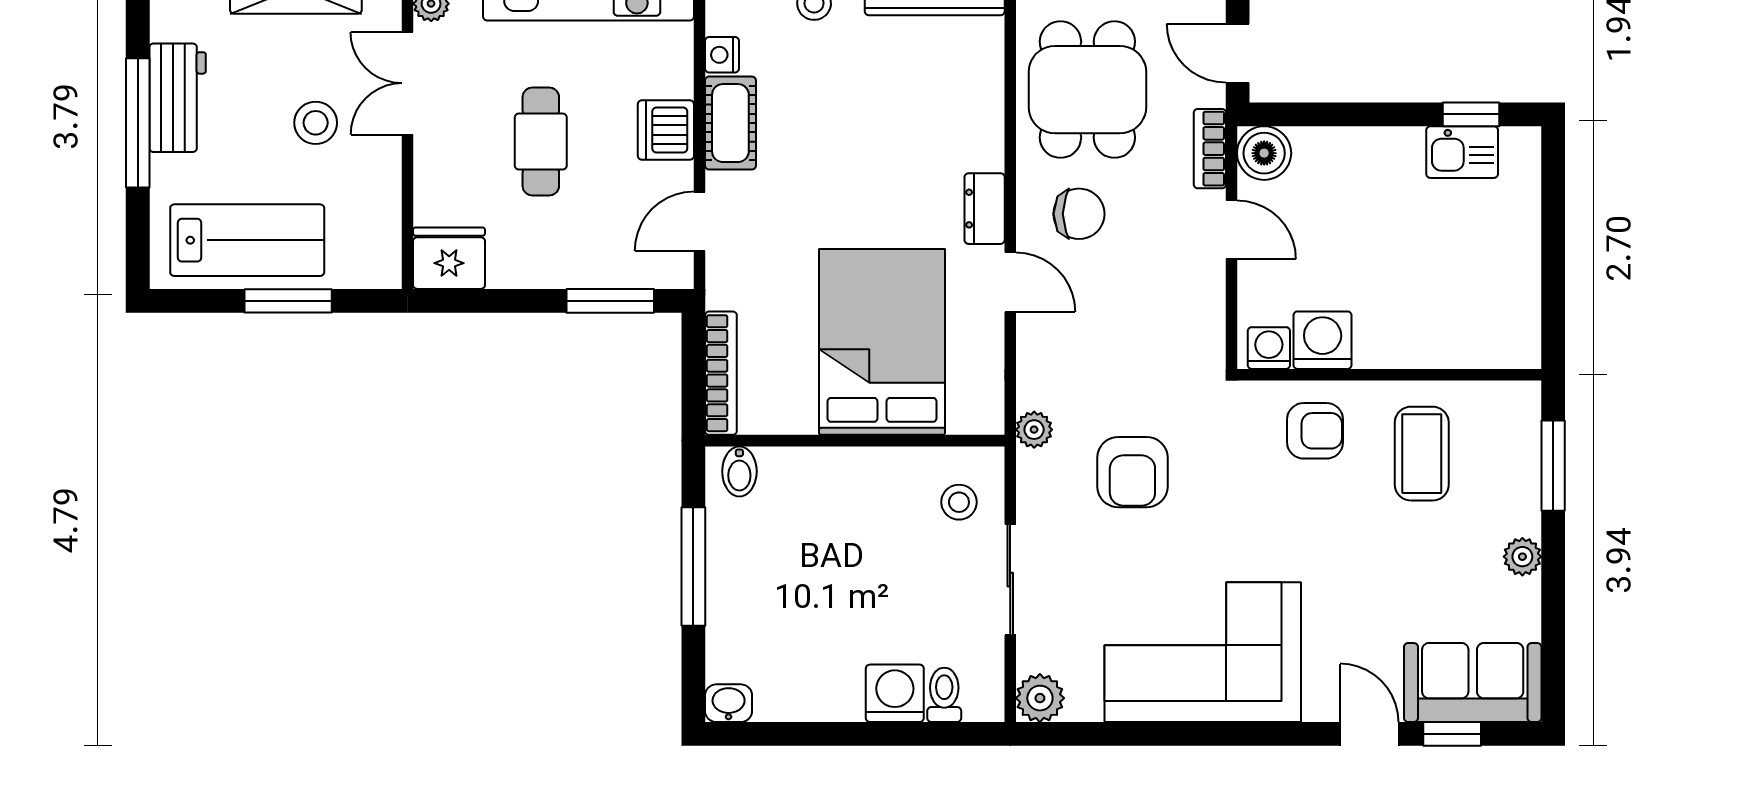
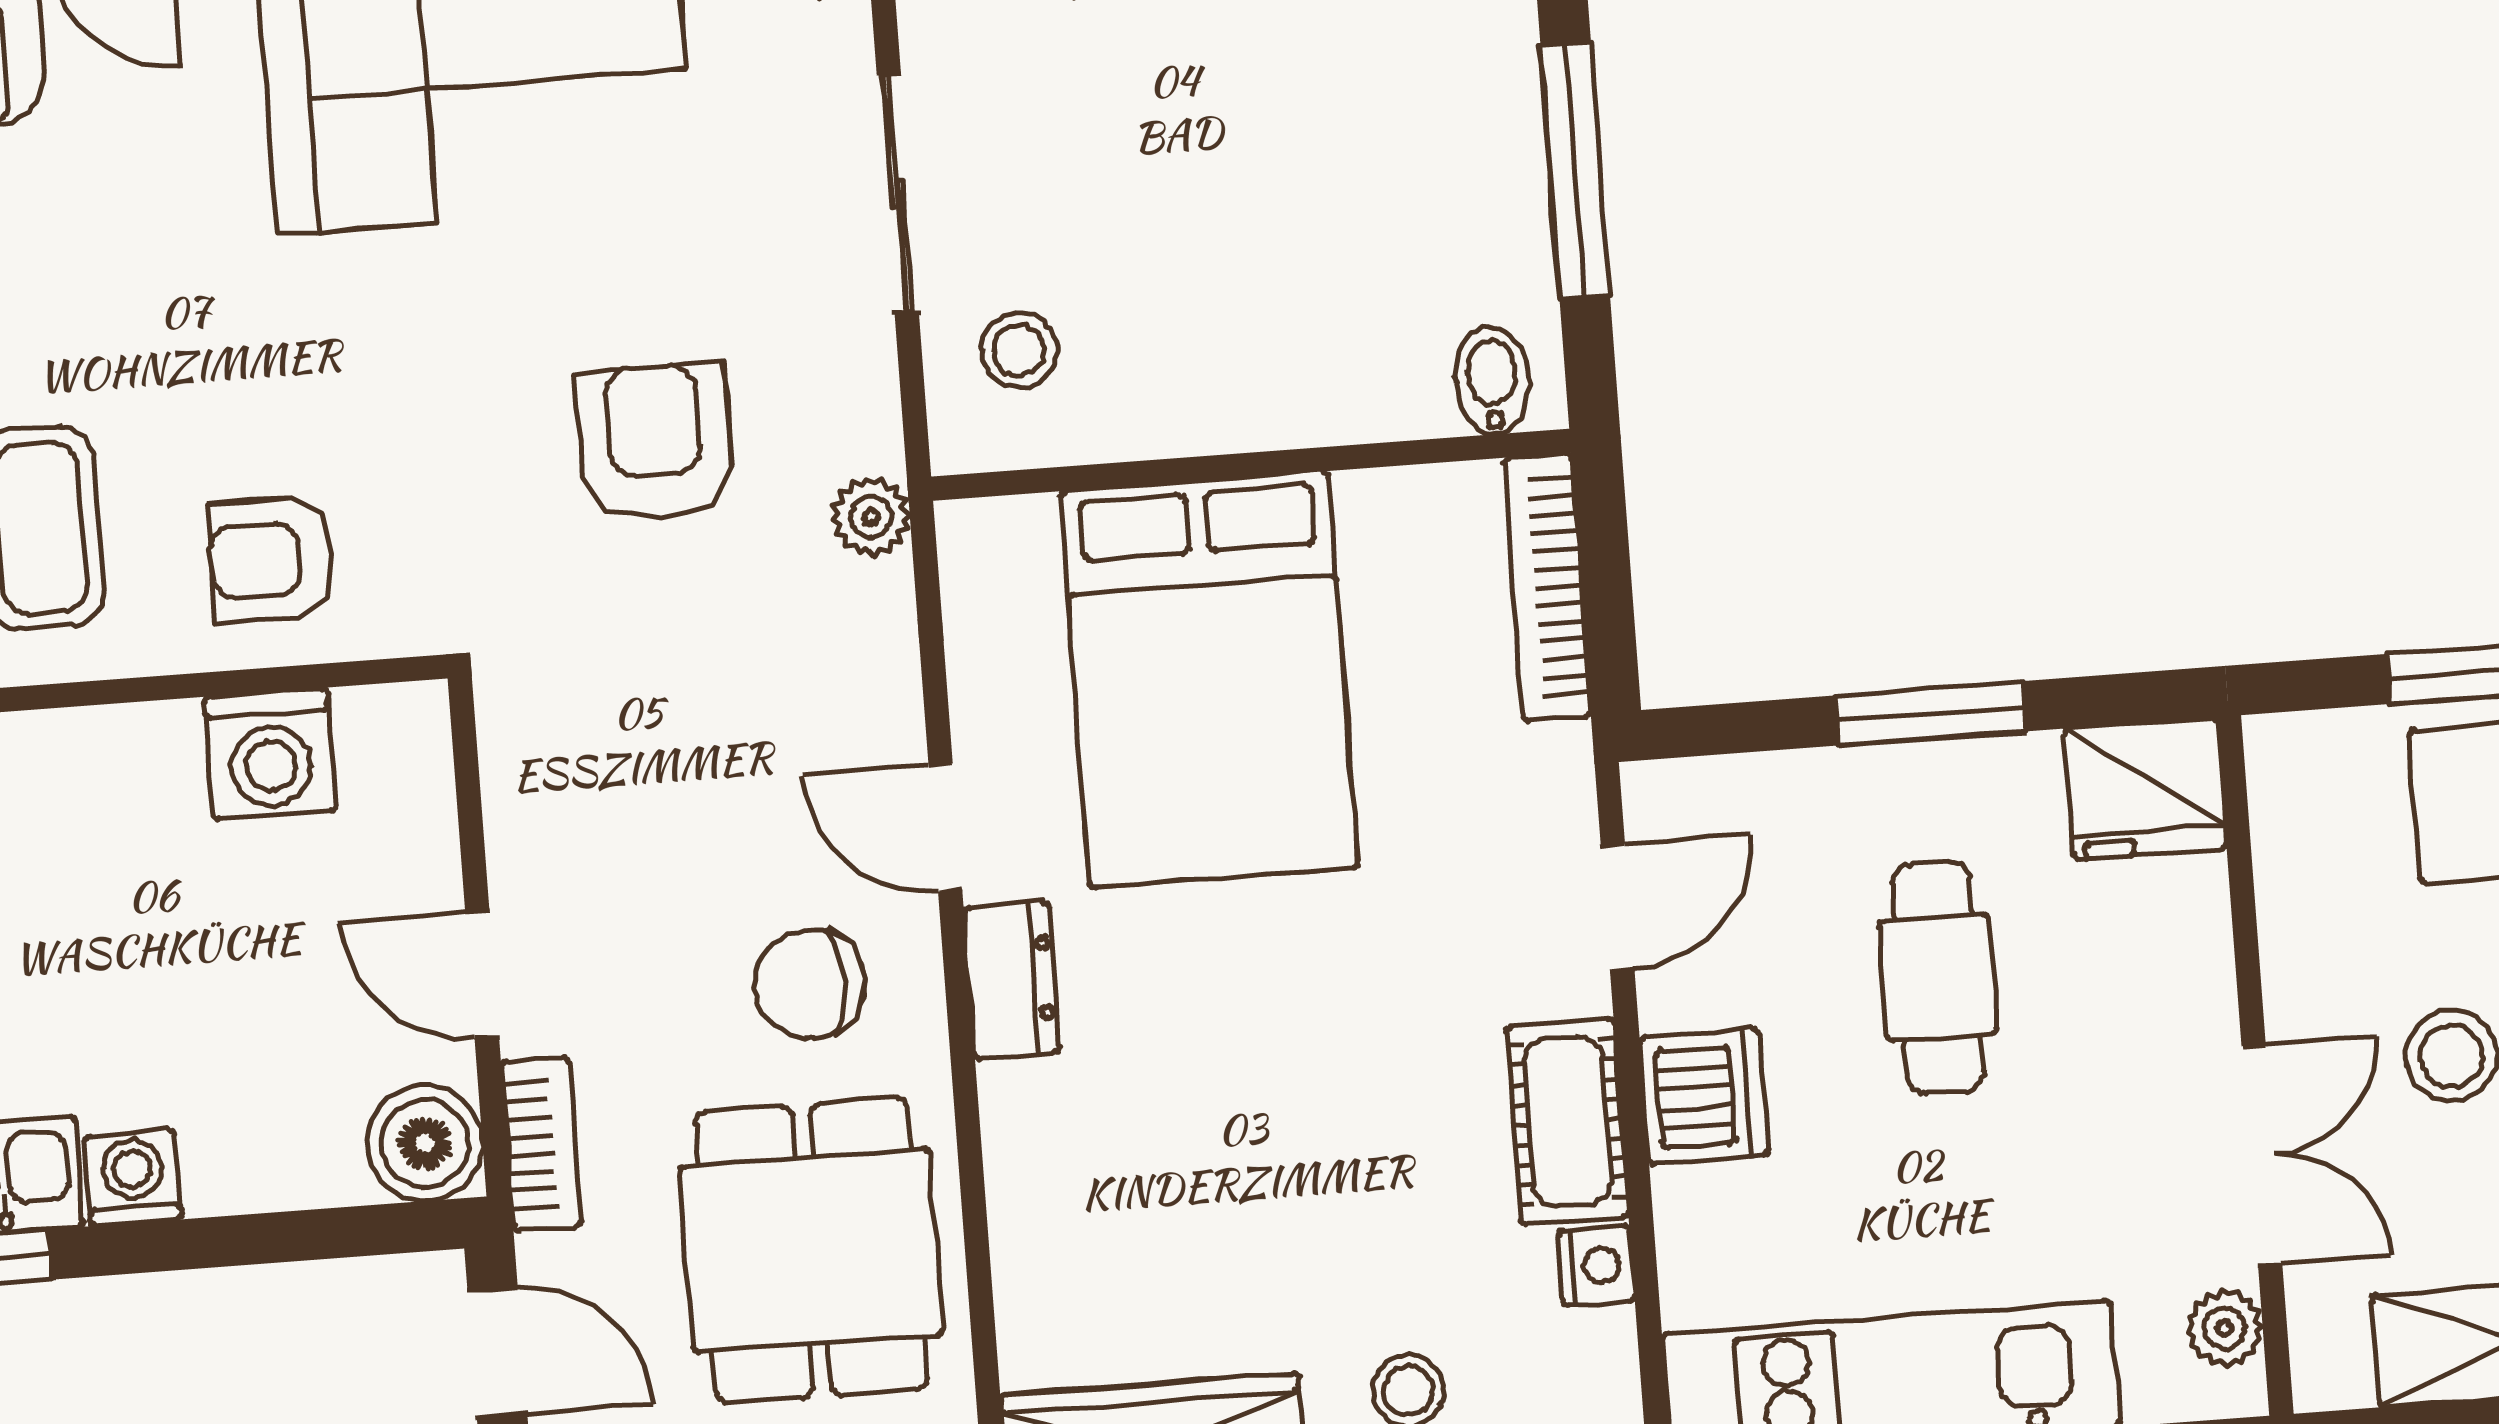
cafe table: (541, 142) -> (1938, 977), moved
window: (610, 301) -> (1931, 713), moved
washing machine: (1269, 348) -> (133, 1178), moved, turned 180

